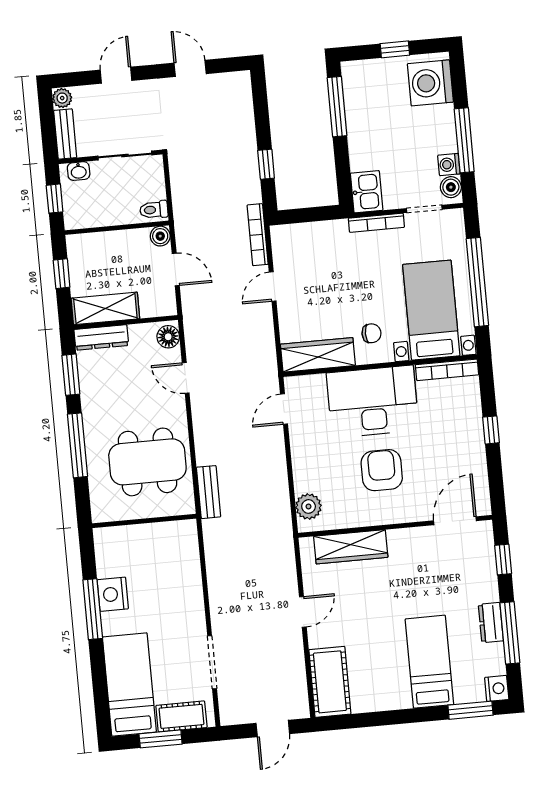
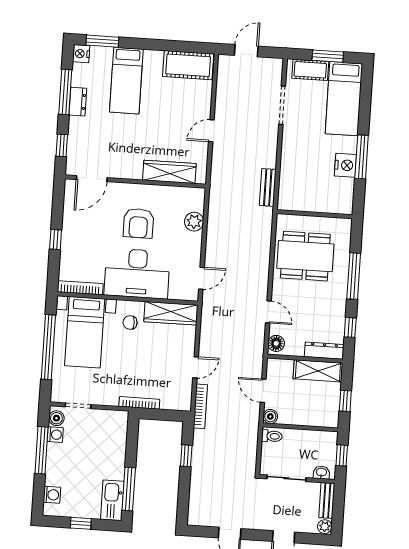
washing machine: (430, 83) -> (52, 495), width x0.53, depth x0.53
kitchen sink: (367, 192) -> (112, 500), moved, width x1.38
bookcase: (376, 223) -> (139, 403), moved
window: (71, 375) -> (350, 327), width x0.67
bench: (209, 492) -> (268, 187), moved
plant: (309, 506) -> (194, 222), moved
cot: (330, 682) -> (188, 65), moved, turned 90

